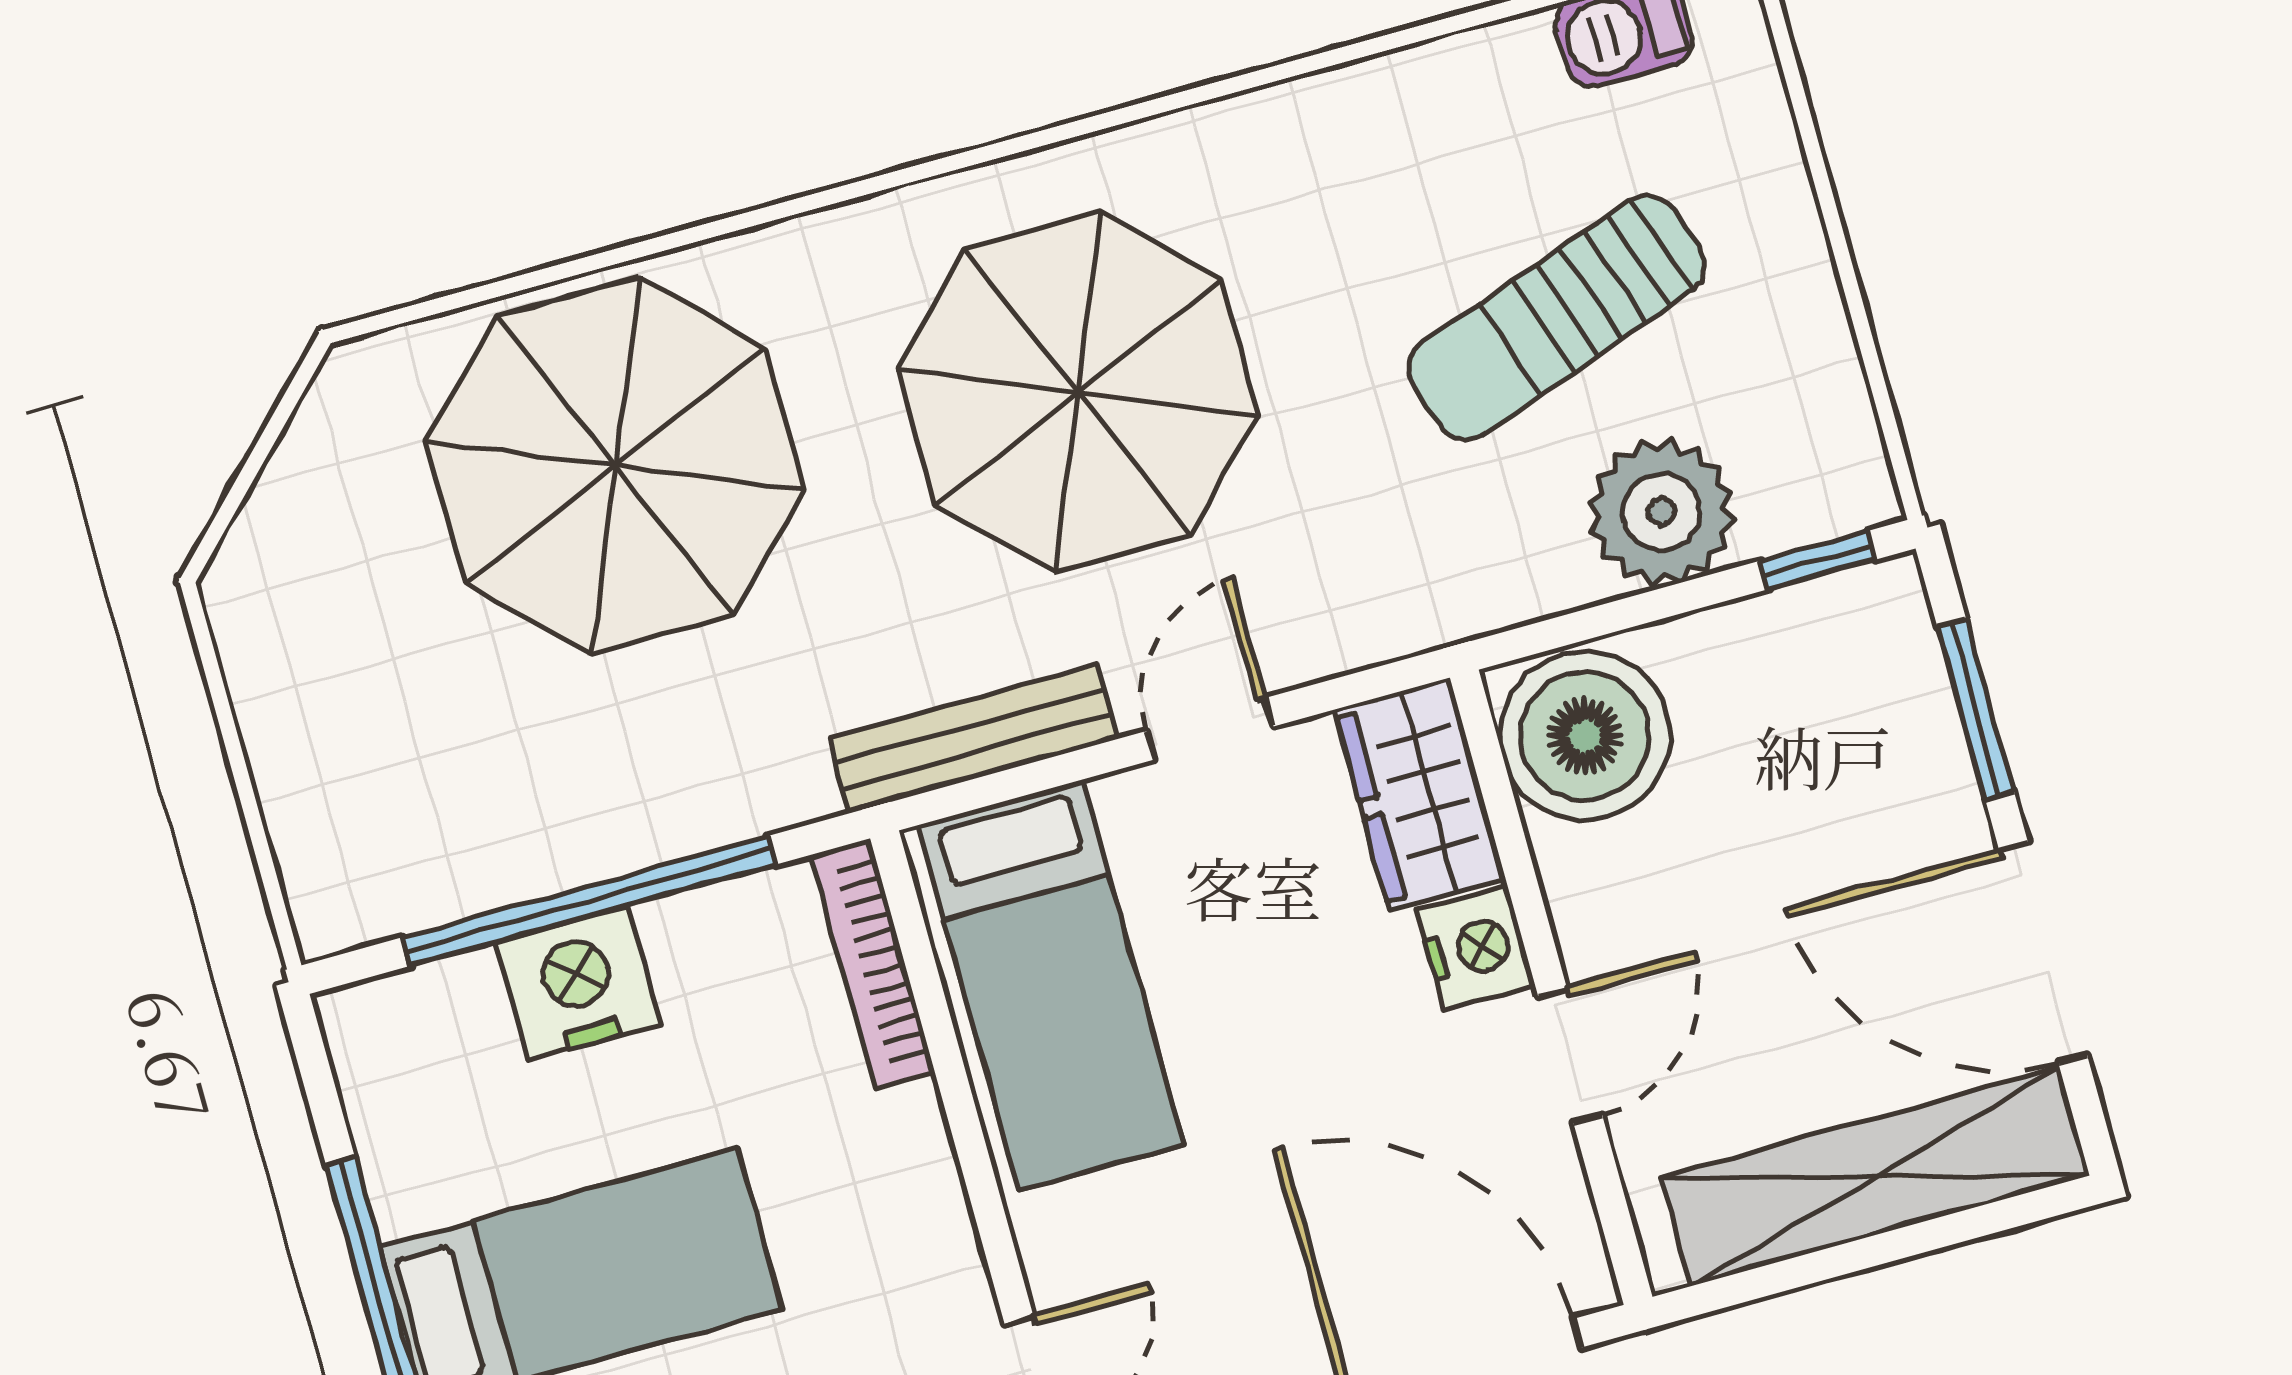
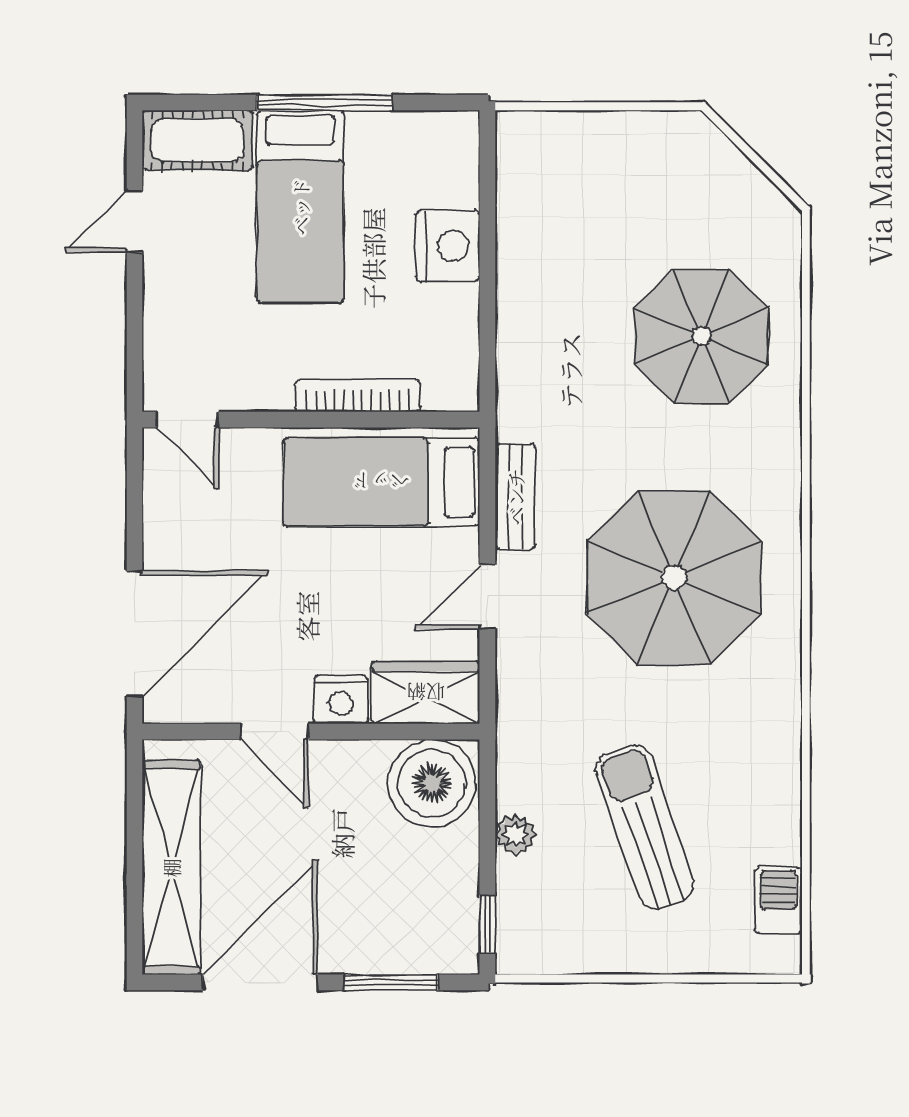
parasol: (615, 465) -> (701, 336), width x0.73, depth x0.73
plant: (1661, 512) -> (515, 835), width x0.53, depth x0.53
door: (1210, 729) -> (487, 597), swing flipped
bench: (973, 739) -> (515, 497), width x0.73
window: (589, 901) -> (487, 263), removed
bookcase: (873, 963) -> (358, 396), moved

